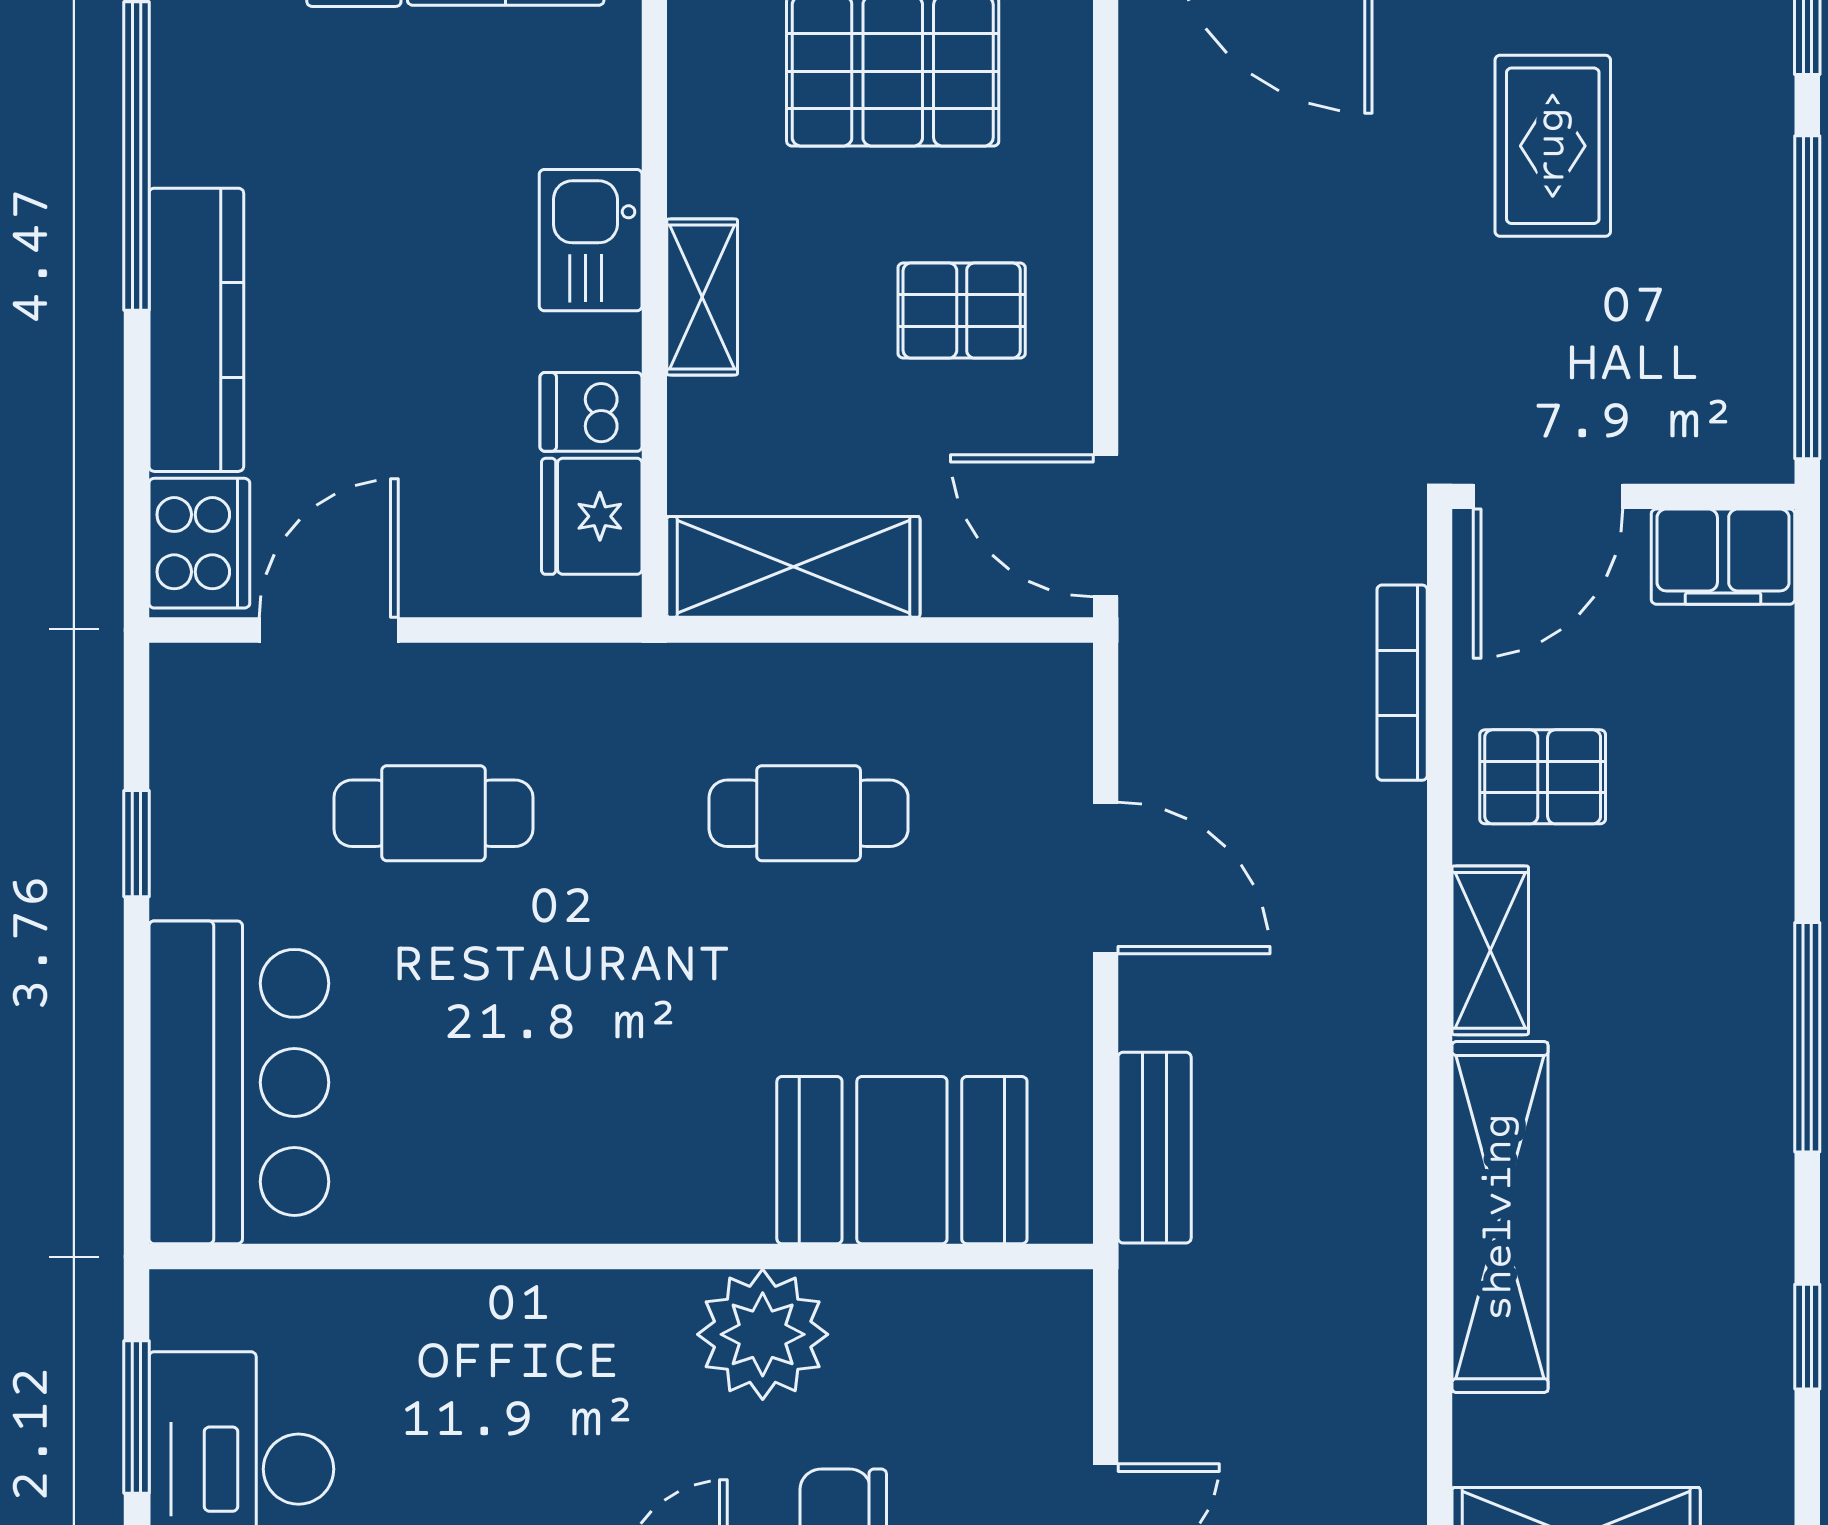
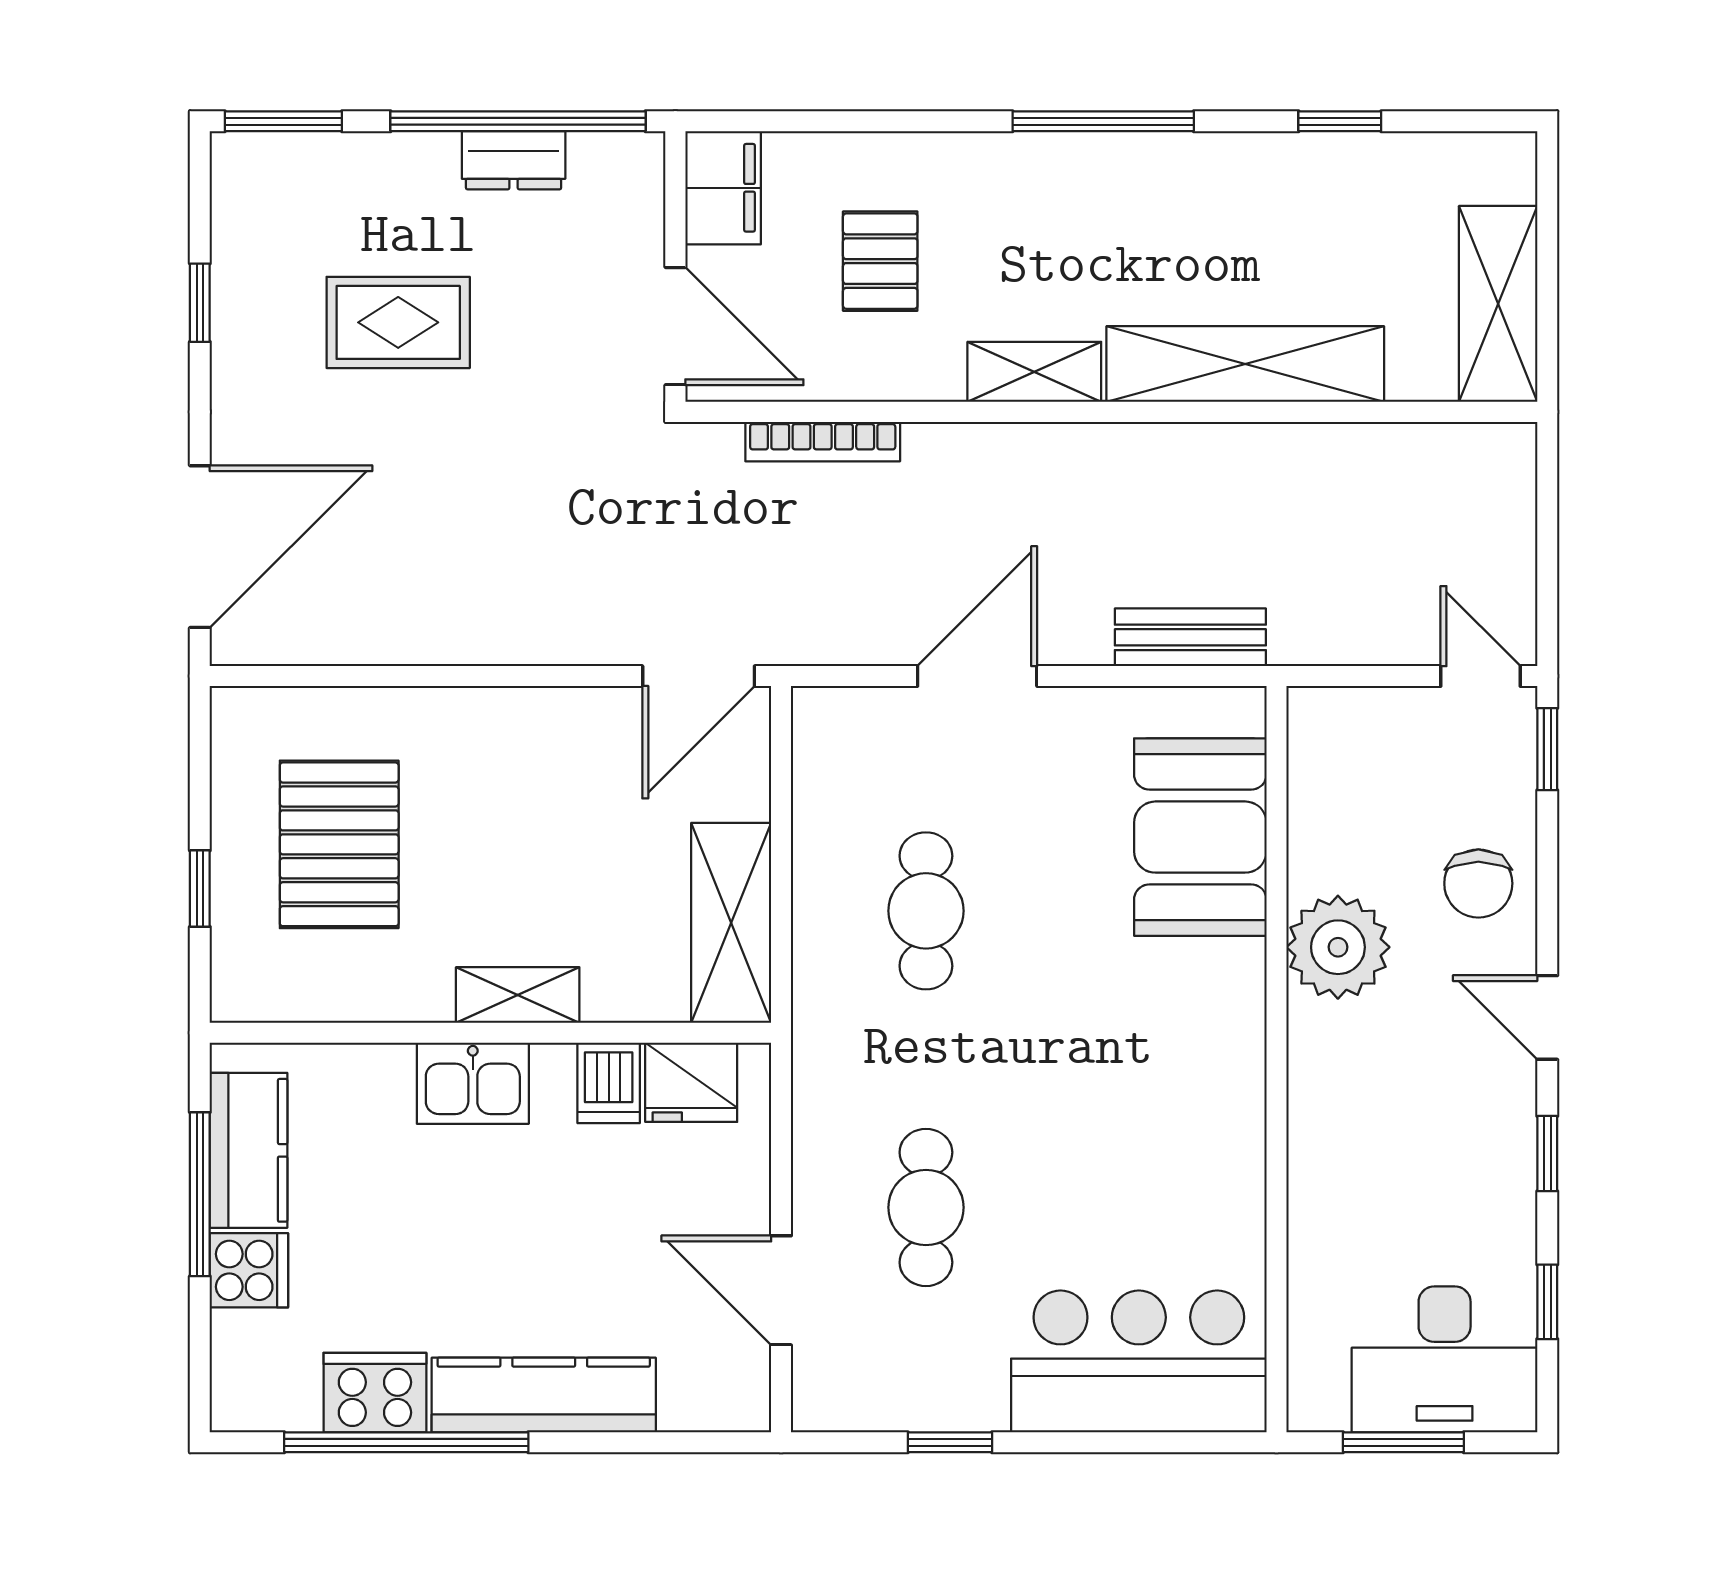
dresser: (1758, 292) -> (514, 160), added
pallet: (962, 311) -> (528, 790), removed
cooker: (199, 543) -> (375, 1393), moved
pallet: (1543, 777) -> (880, 261), moved

